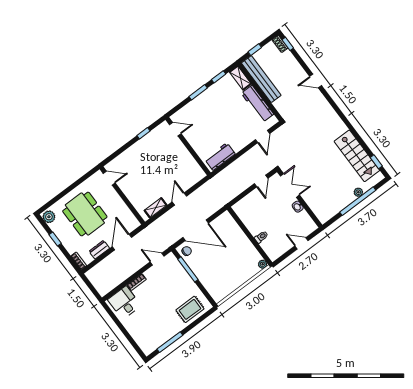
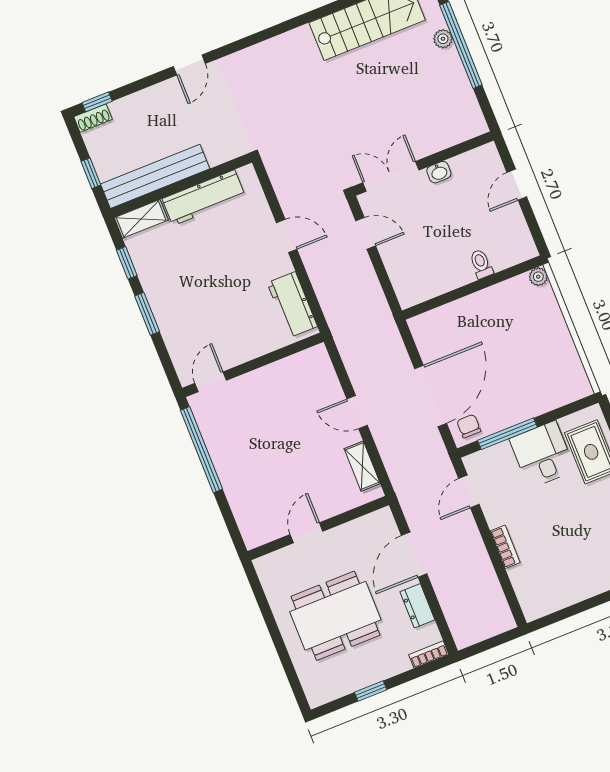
window: (143, 133) -> (201, 450), width x3.17
door: (262, 137) -> (287, 236), moved
door: (109, 178) -> (306, 533), moved
plant: (49, 217) -> (321, 691), removed
door: (122, 242) -> (414, 555), hinge flipped
desk: (124, 303) -> (542, 454), moved, turned 90

